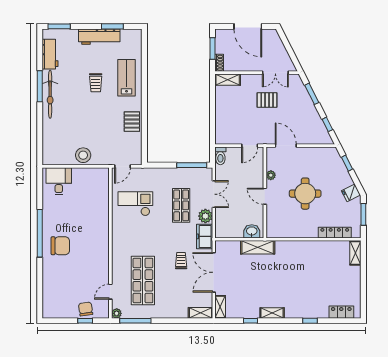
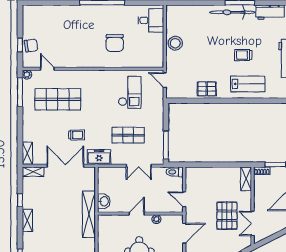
pallet: (267, 100) -> (227, 216), width x1.50, depth x1.42
plant: (205, 216) -> (118, 158), removed
chair: (60, 246) -> (115, 43), moved
shelving: (258, 247) -> (89, 214), width x1.47

